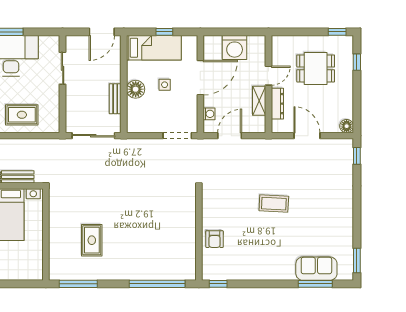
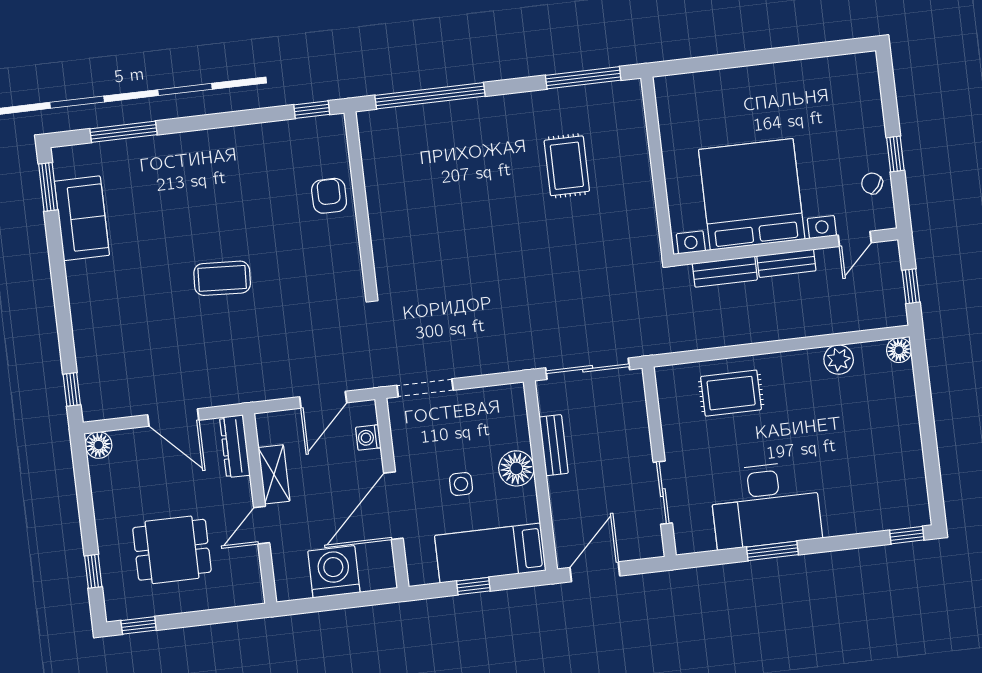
dresser: (277, 104) -> (235, 446), moved
sofa: (316, 269) -> (82, 218), moved, turned -90

